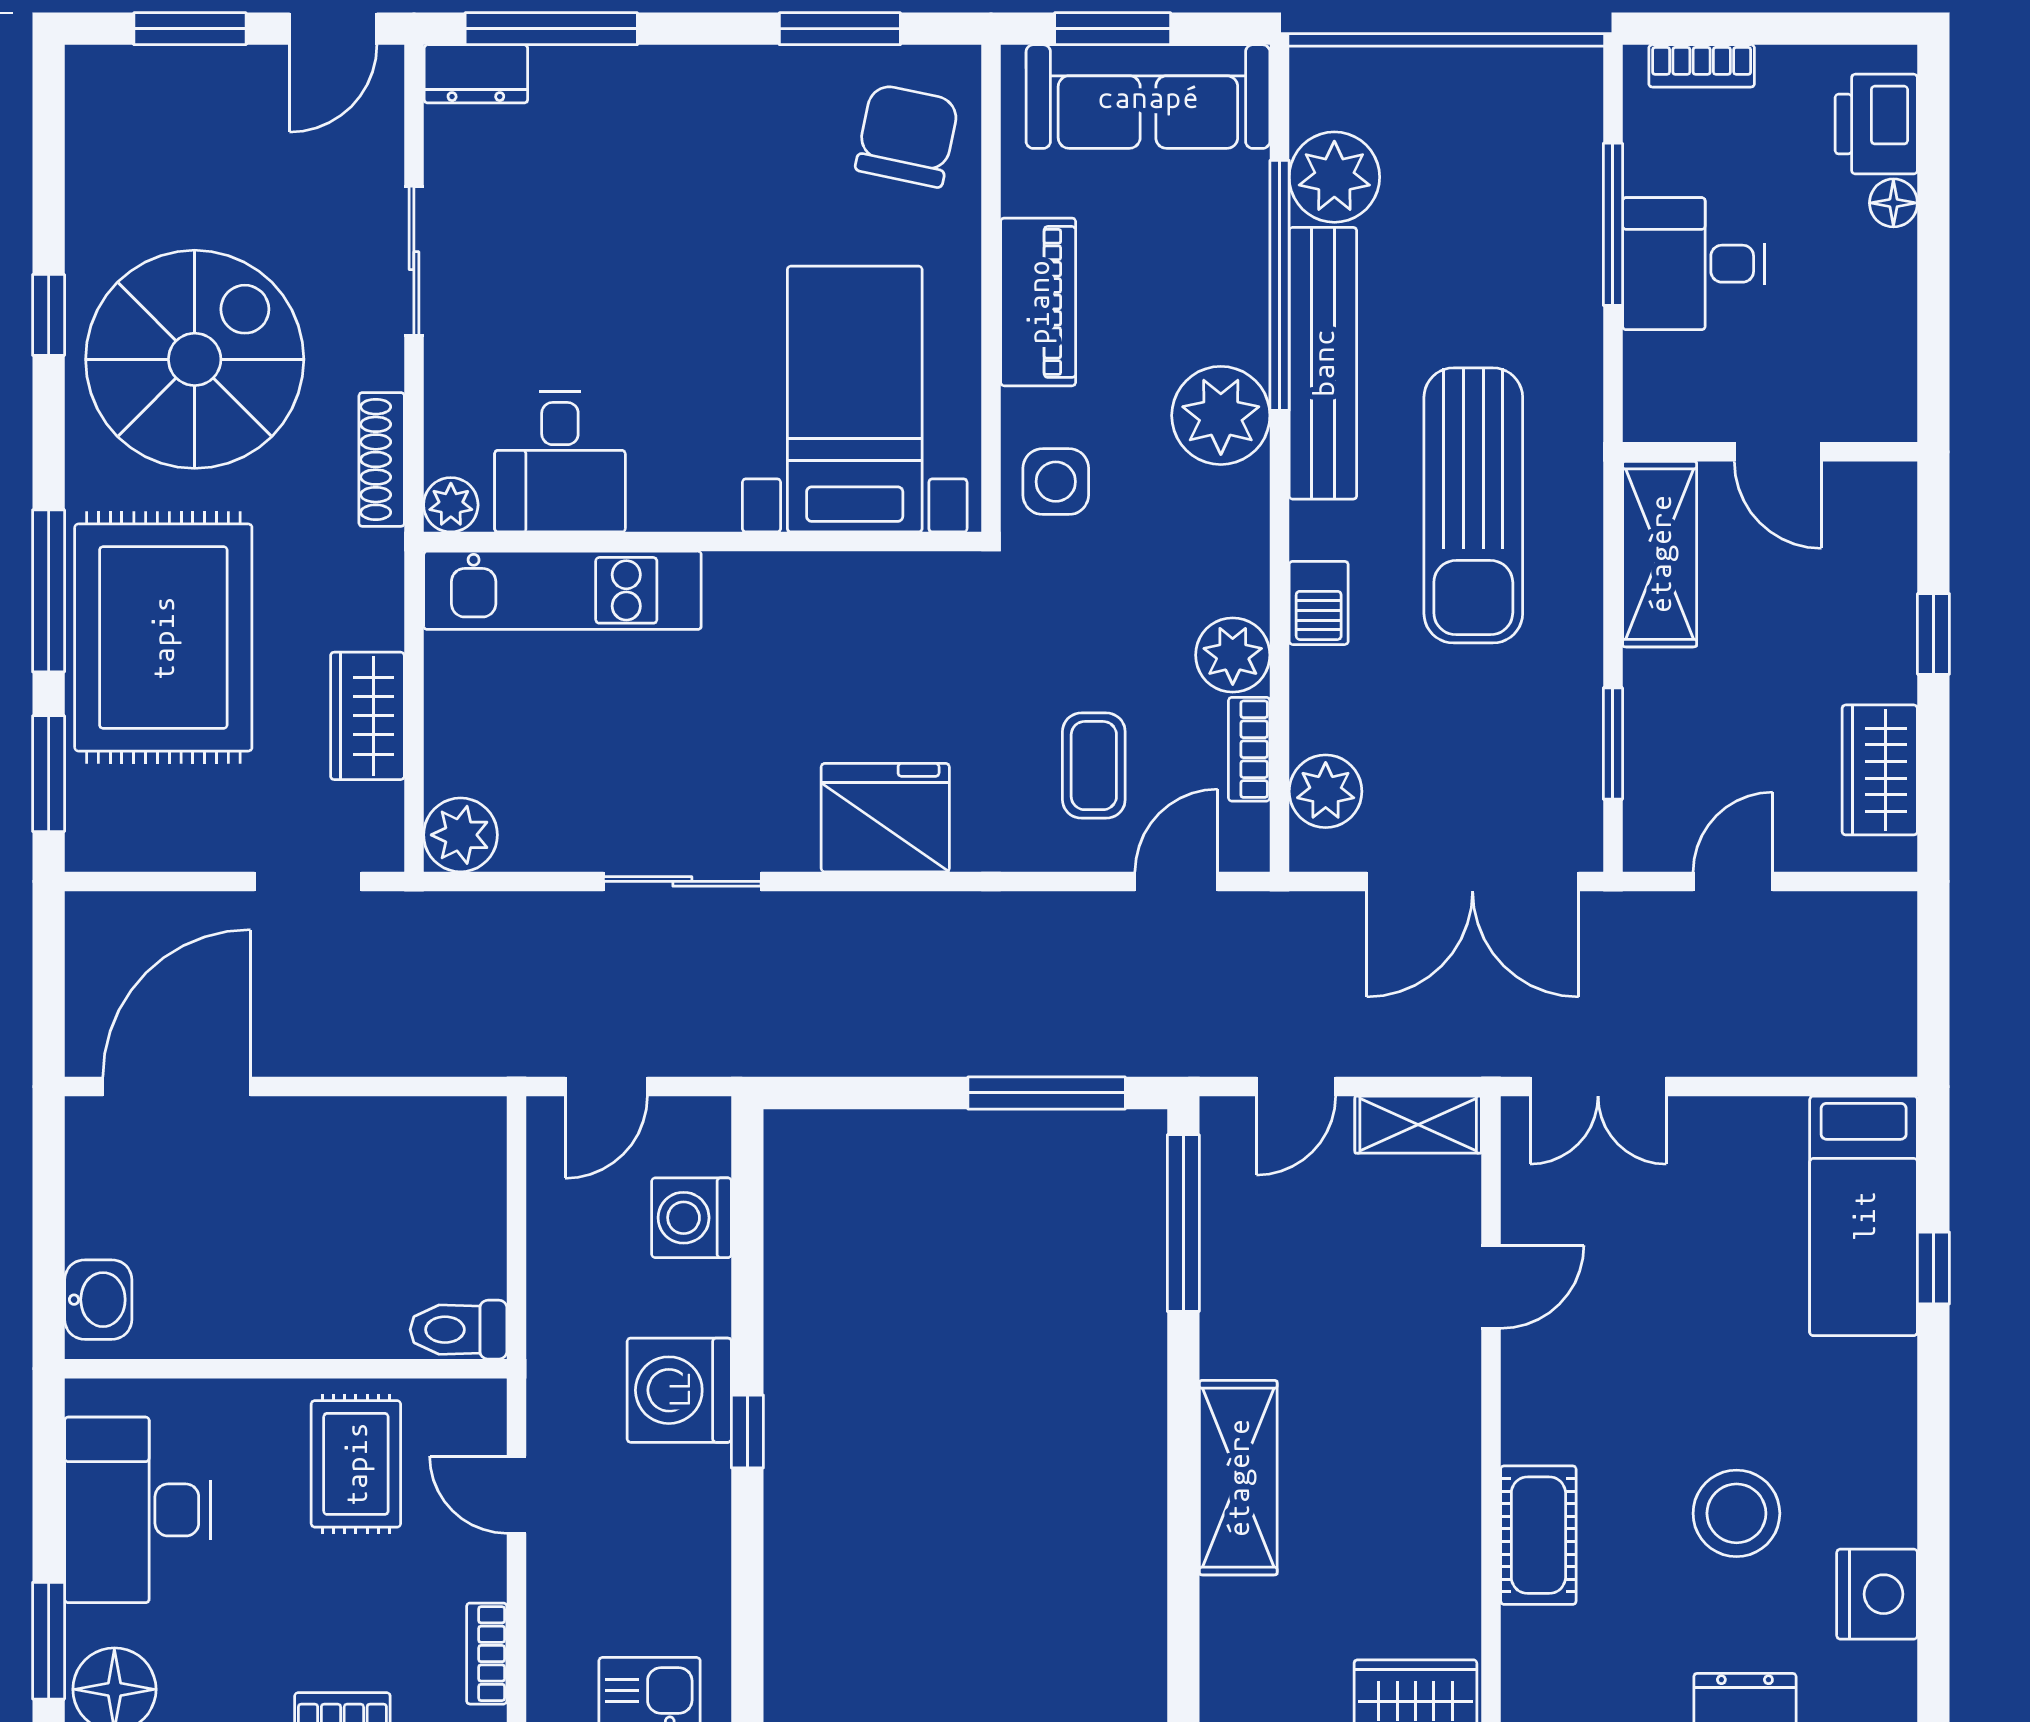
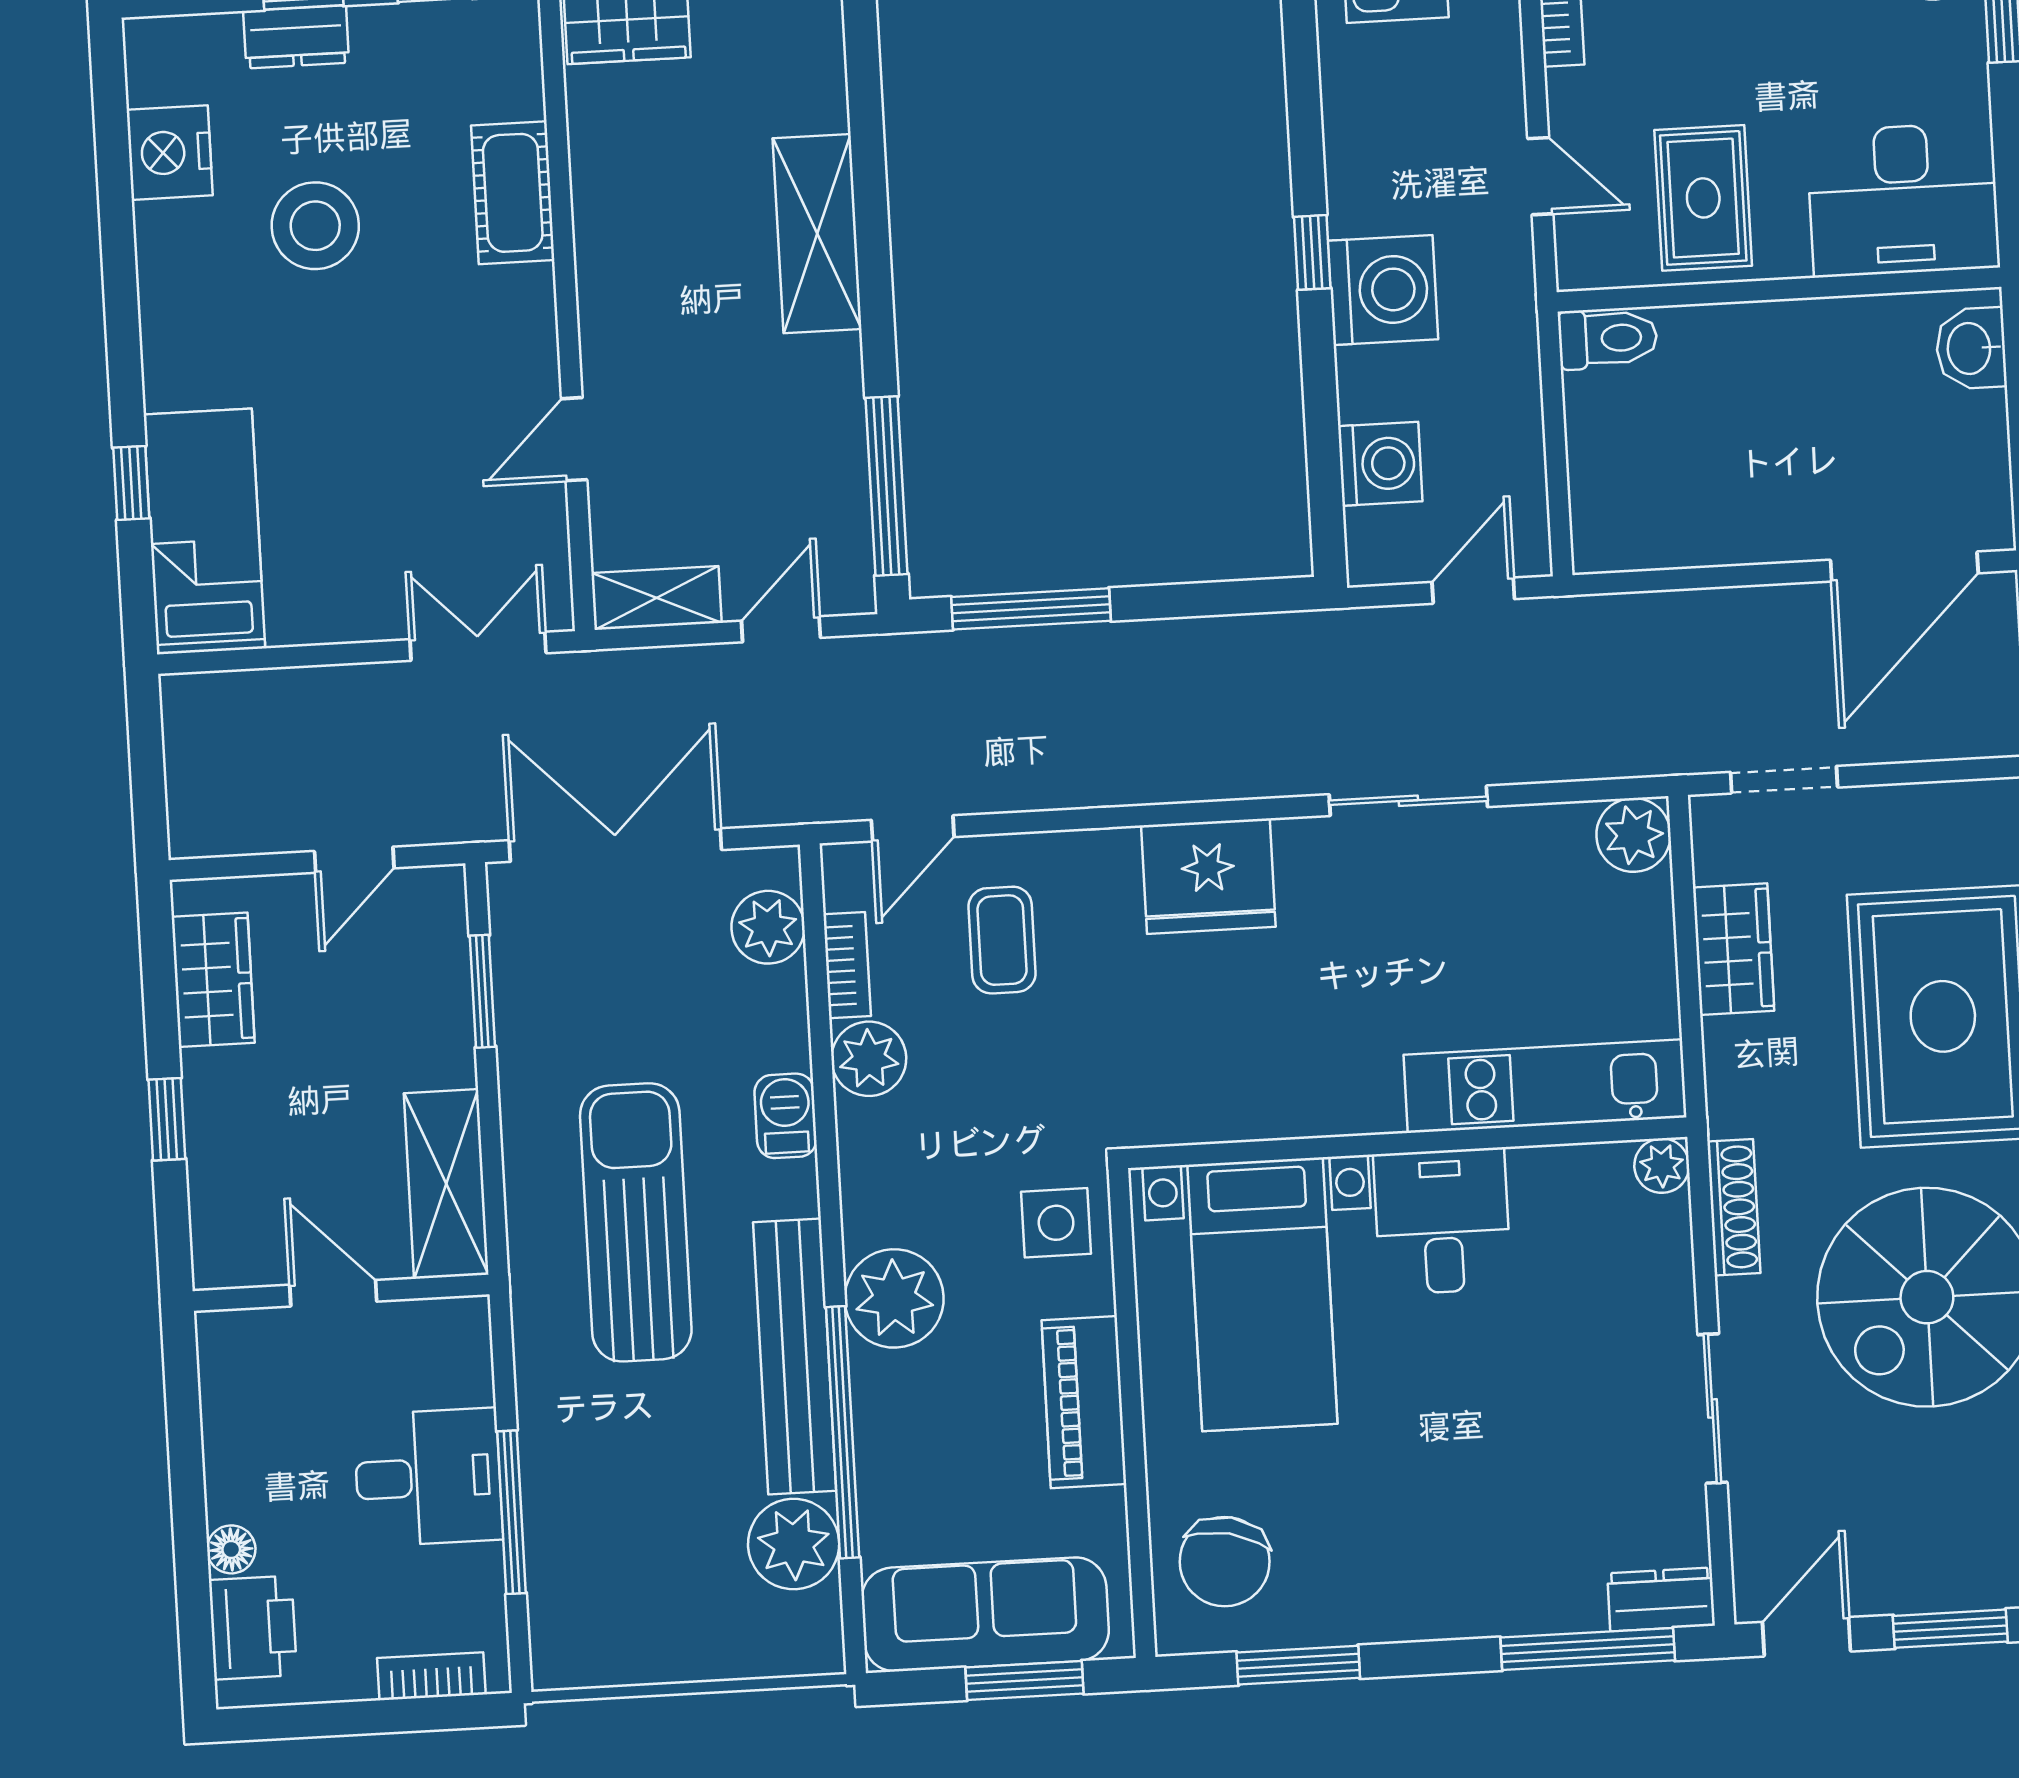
desk: (560, 462) -> (1442, 1221), moved
desk: (137, 1510) -> (1903, 200), moved, turned 90

